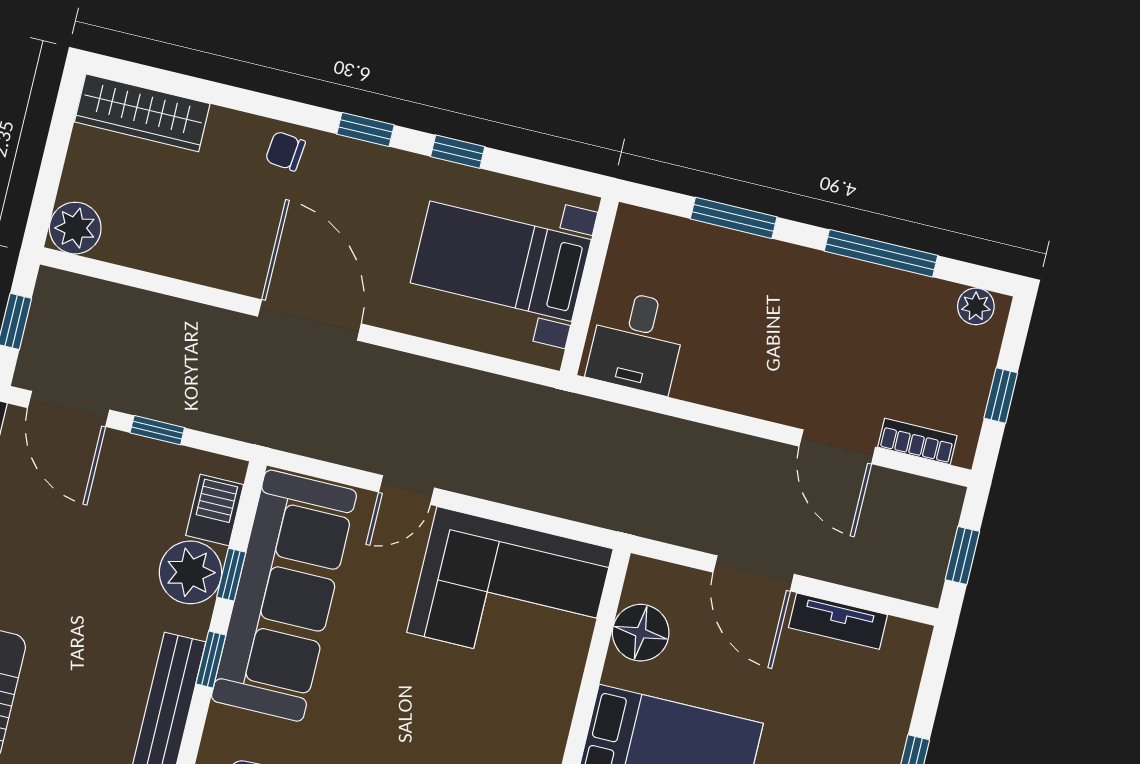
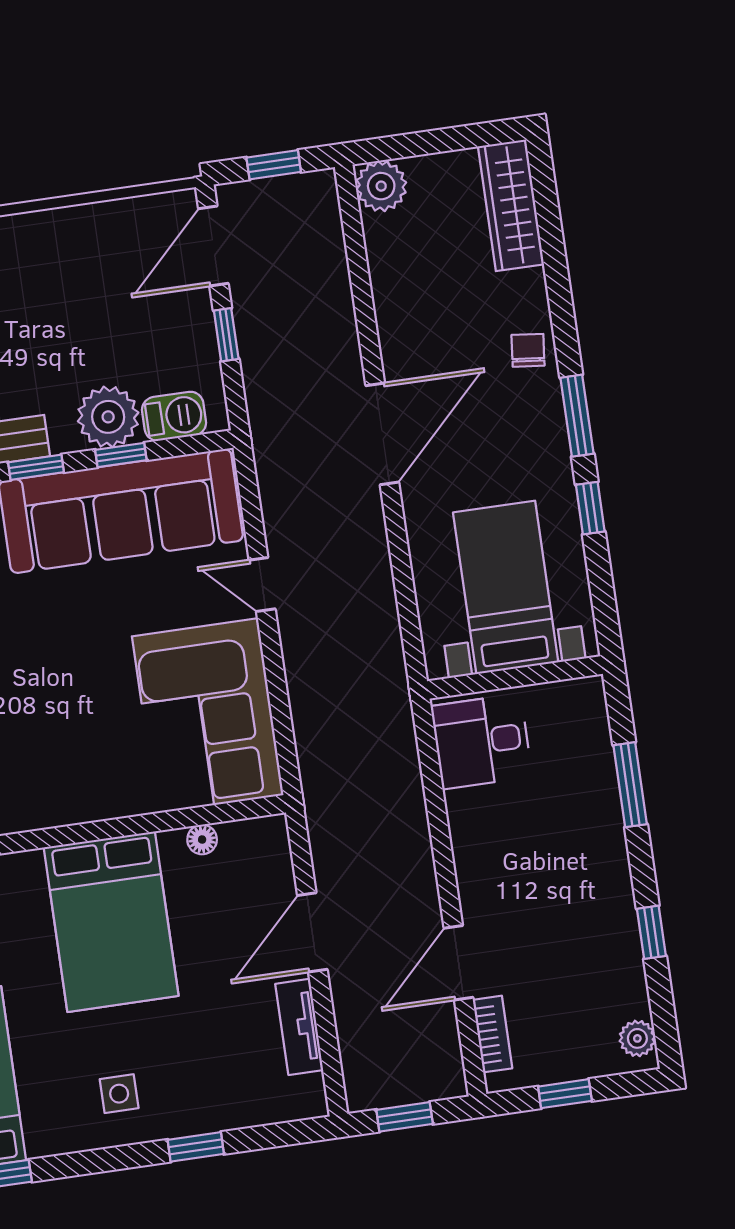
window: (365, 129) -> (577, 416), width x1.50
window: (881, 253) -> (651, 932), width x0.46
floor lamp: (641, 633) -> (202, 839), width x0.53, depth x0.53

